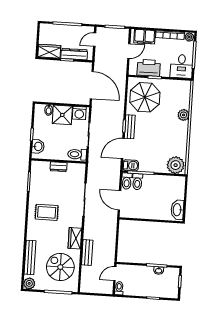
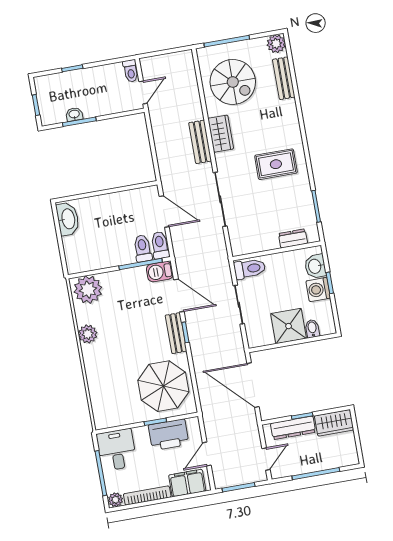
washing machine: (79, 113) -> (318, 290), moved, turned -90
plant: (184, 115) -> (88, 334), moved
door: (123, 149) -> (179, 296), hinge flipped
dresser: (58, 167) -> (293, 238), moved
bench: (87, 252) -> (200, 142), moved
bench: (30, 257) -> (284, 78), width x0.73

